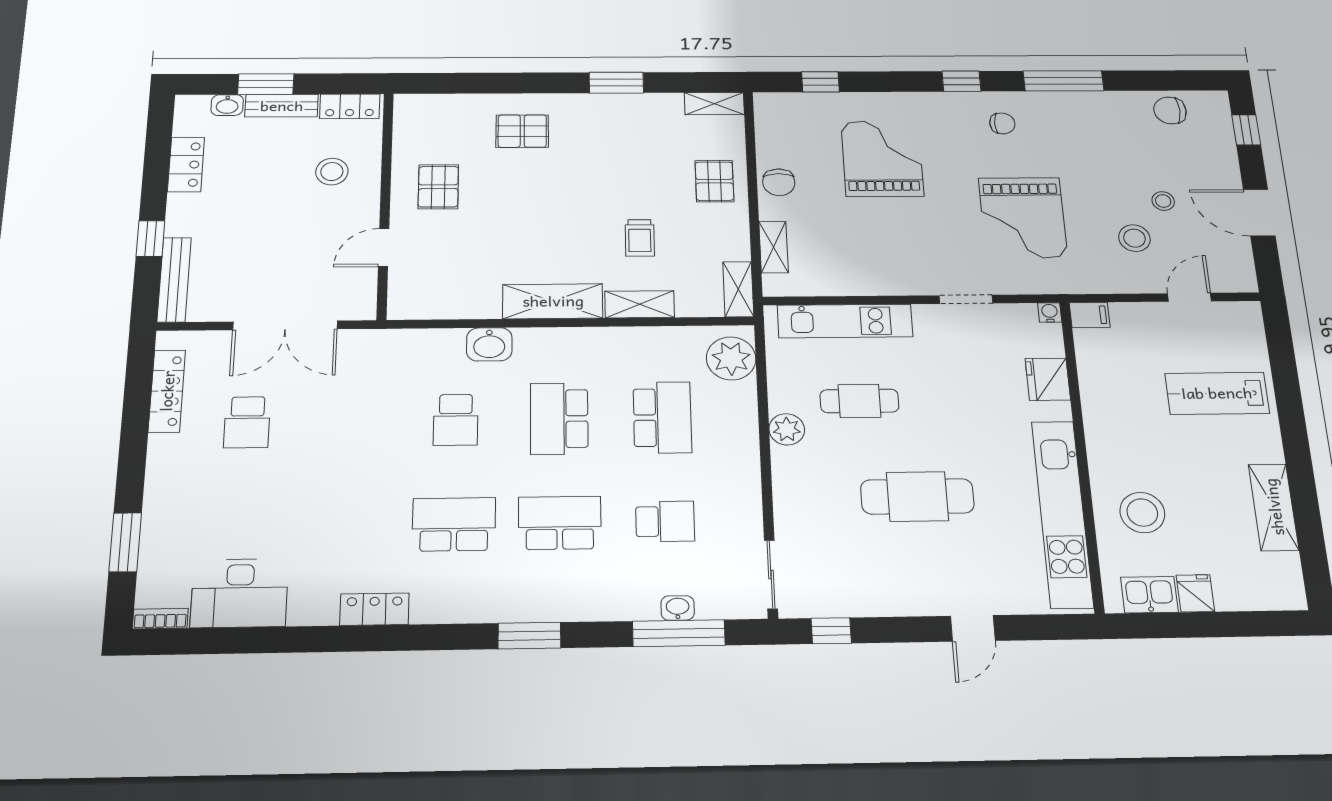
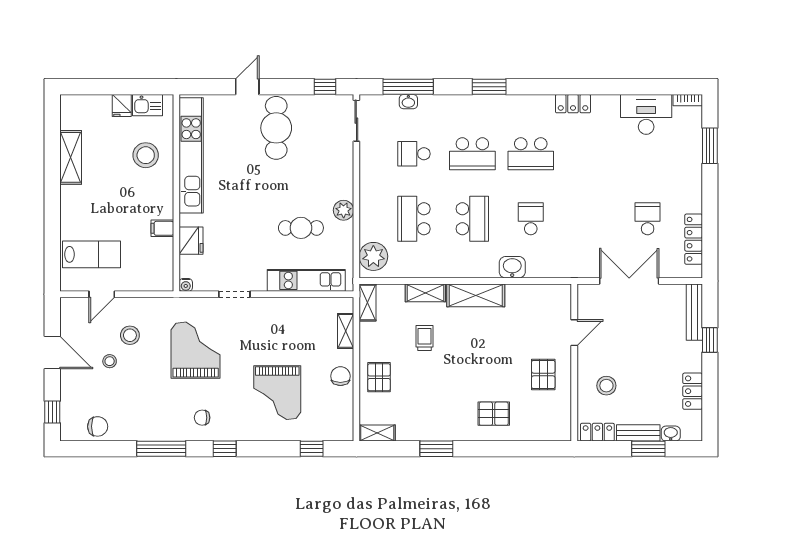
filing cabinet: (1090, 315) -> (162, 228), moved
lab bench: (1217, 393) -> (91, 254), moved
cafe table: (917, 496) -> (276, 128), moved, turned 90

